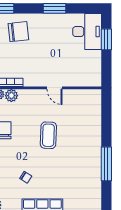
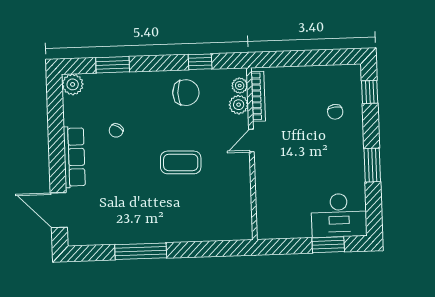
chair: (18, 32) -> (335, 112), width x0.54, depth x0.54
door: (55, 88) -> (251, 141), moved

